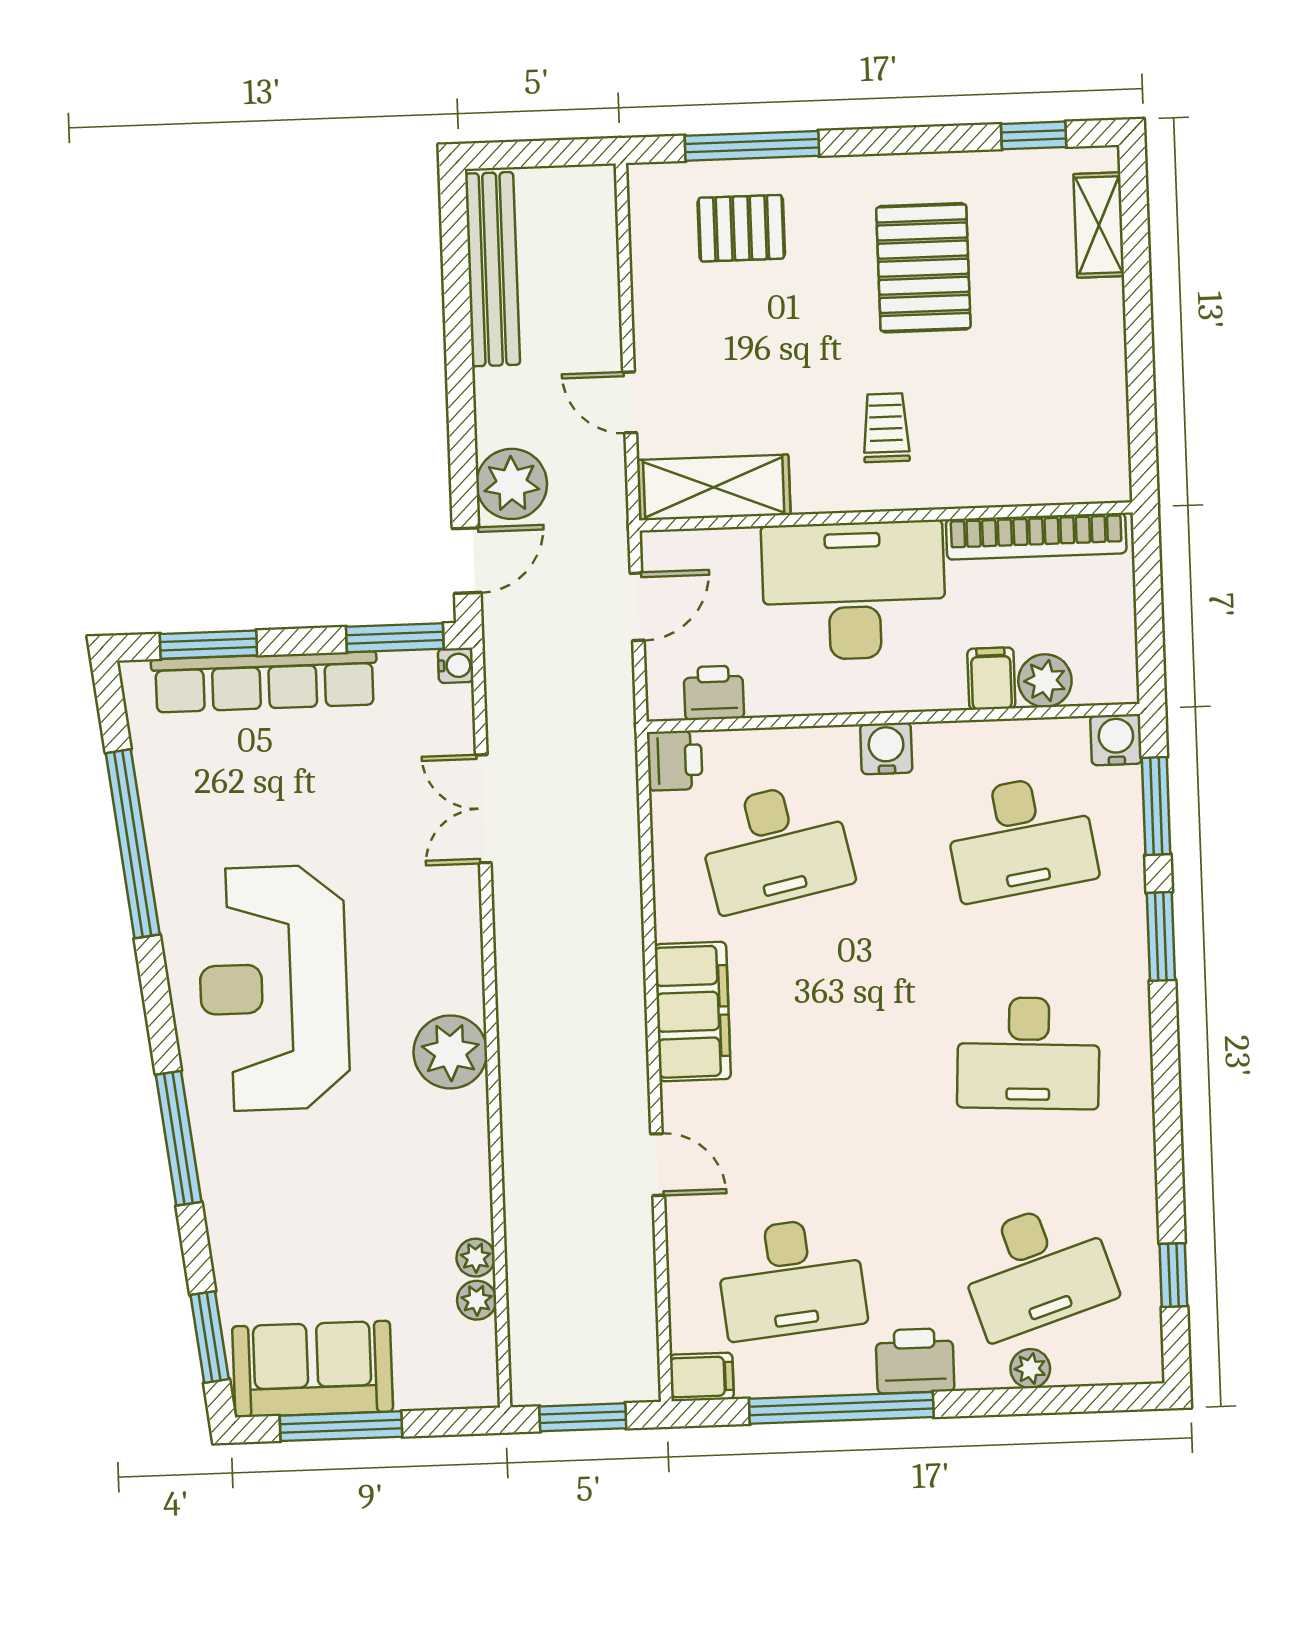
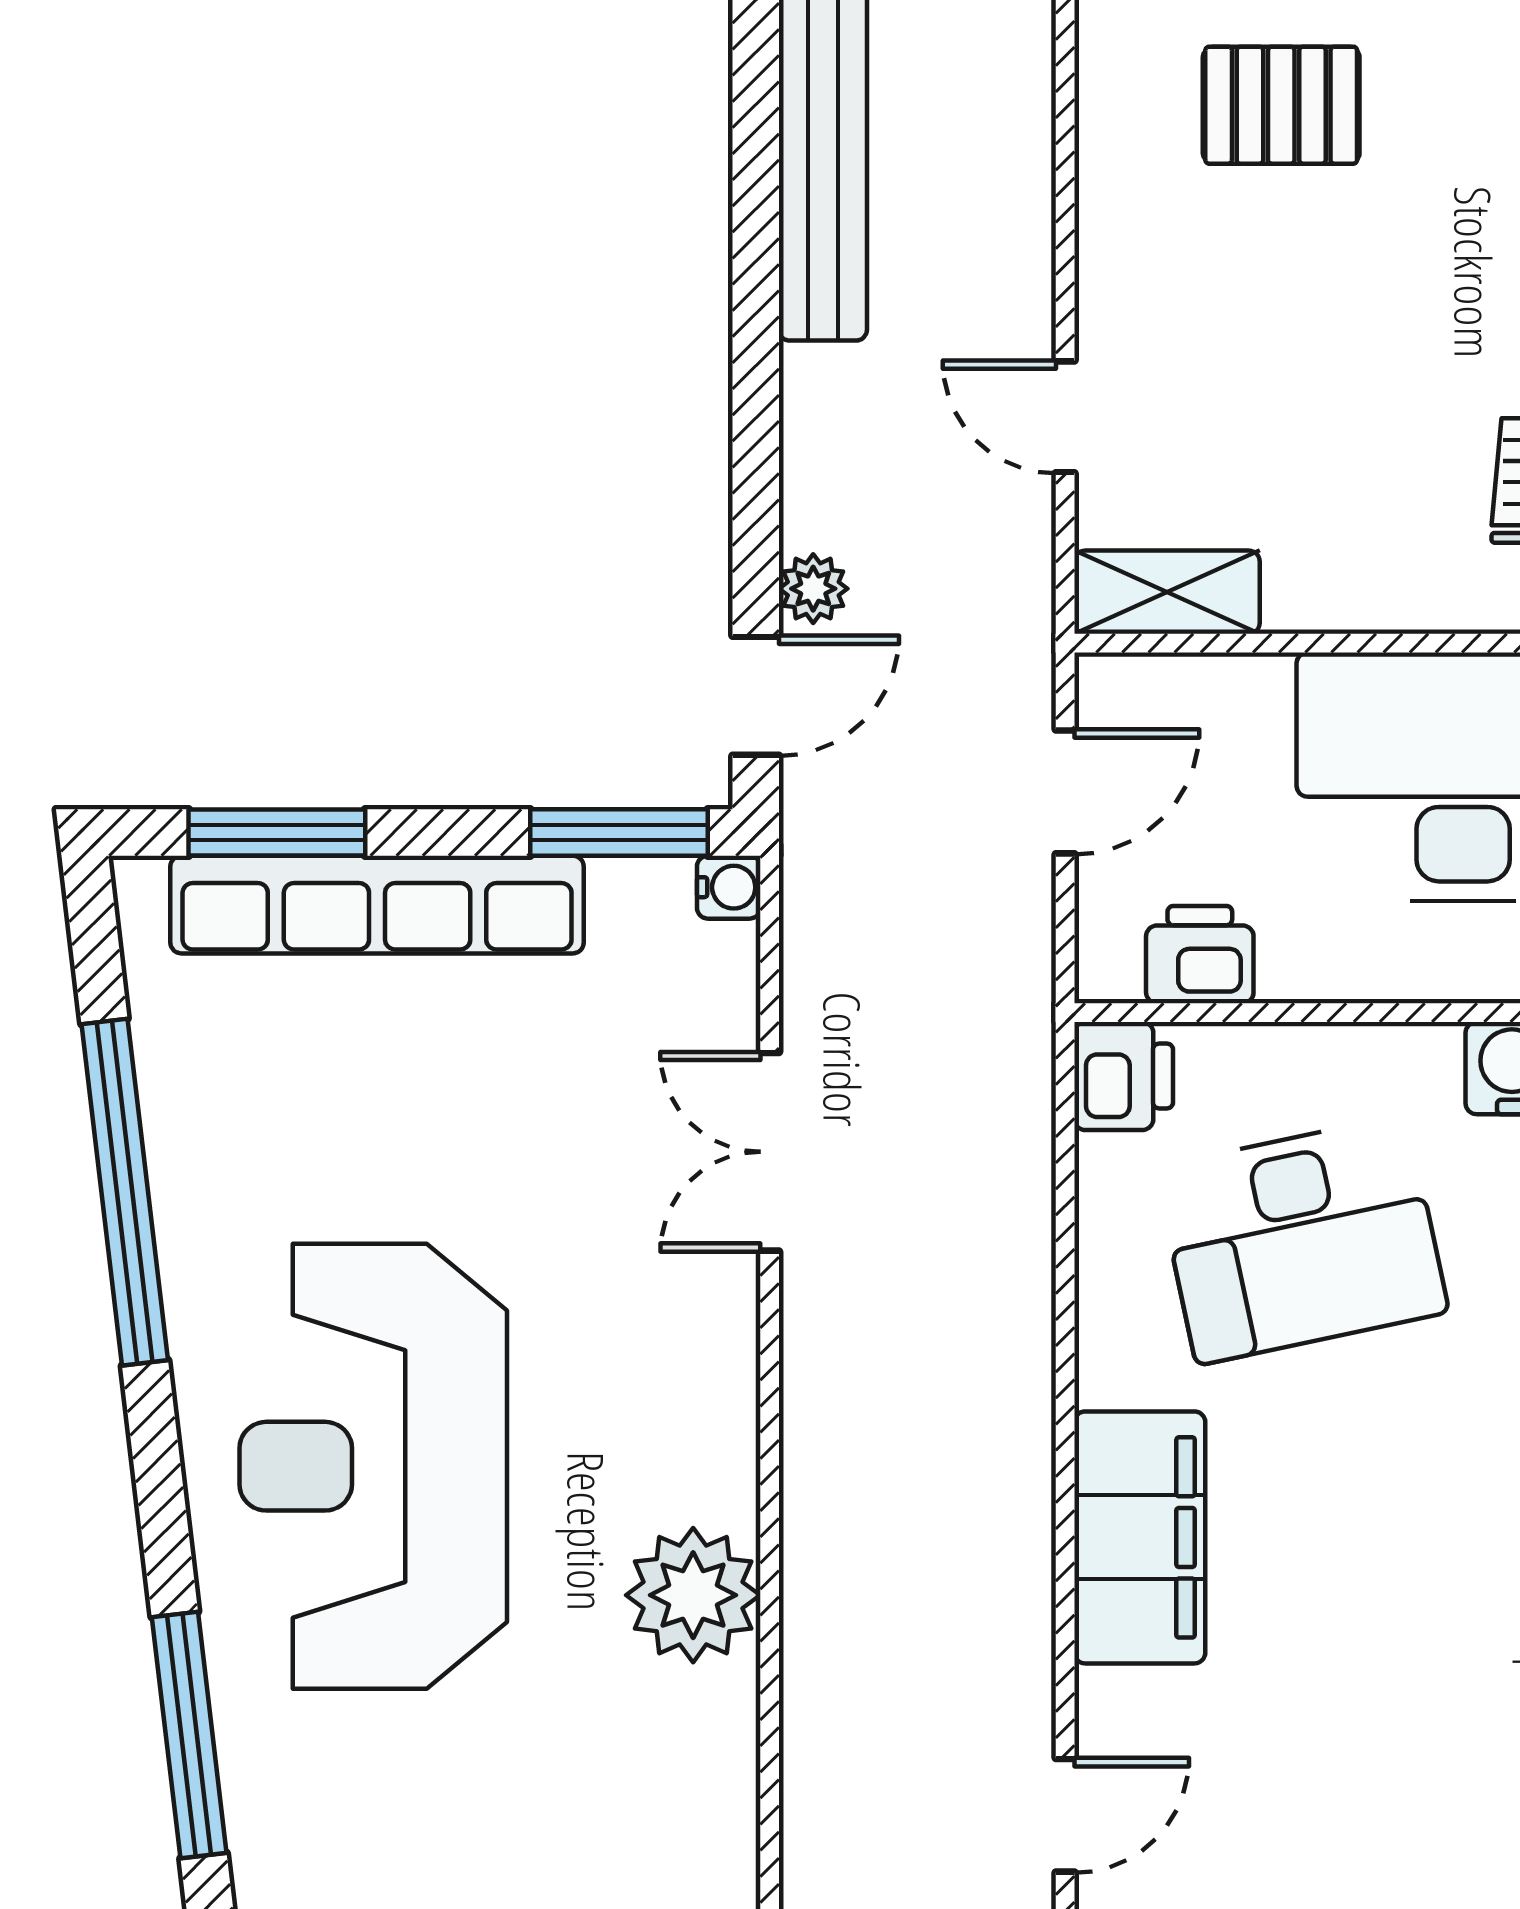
plant: (512, 484) -> (813, 589), width x0.53, depth x0.53
shelving: (714, 487) -> (1167, 592), width x0.67, depth x0.75
door: (658, 1165) -> (1065, 1815), hinge flipped

